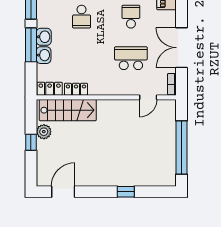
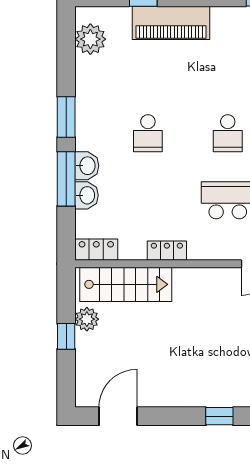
school desk: (131, 17) -> (228, 133), turned 180
locker: (76, 89) -> (167, 251), moved

